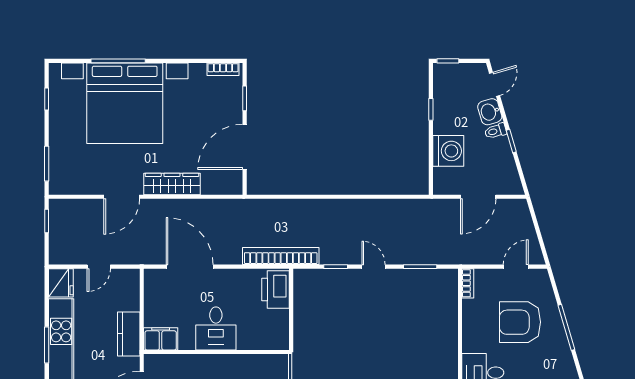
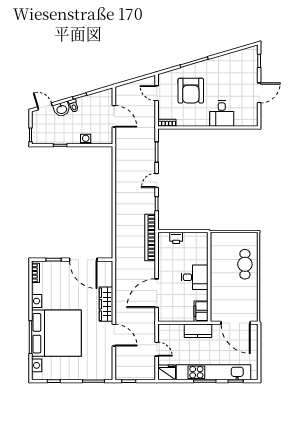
washing machine: (448, 151) -> (86, 139), width x0.53, depth x0.53
printer: (276, 289) -> (176, 238), width x0.53, depth x0.68

